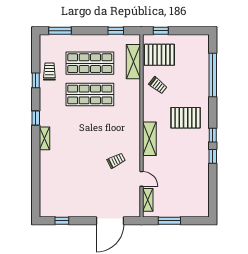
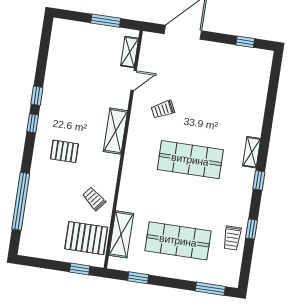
shop shelf: (90, 94) -> (190, 160), moved
pallet: (186, 118) -> (64, 151), width x0.67, depth x0.71
door: (141, 179) -> (134, 80), swing flipped

